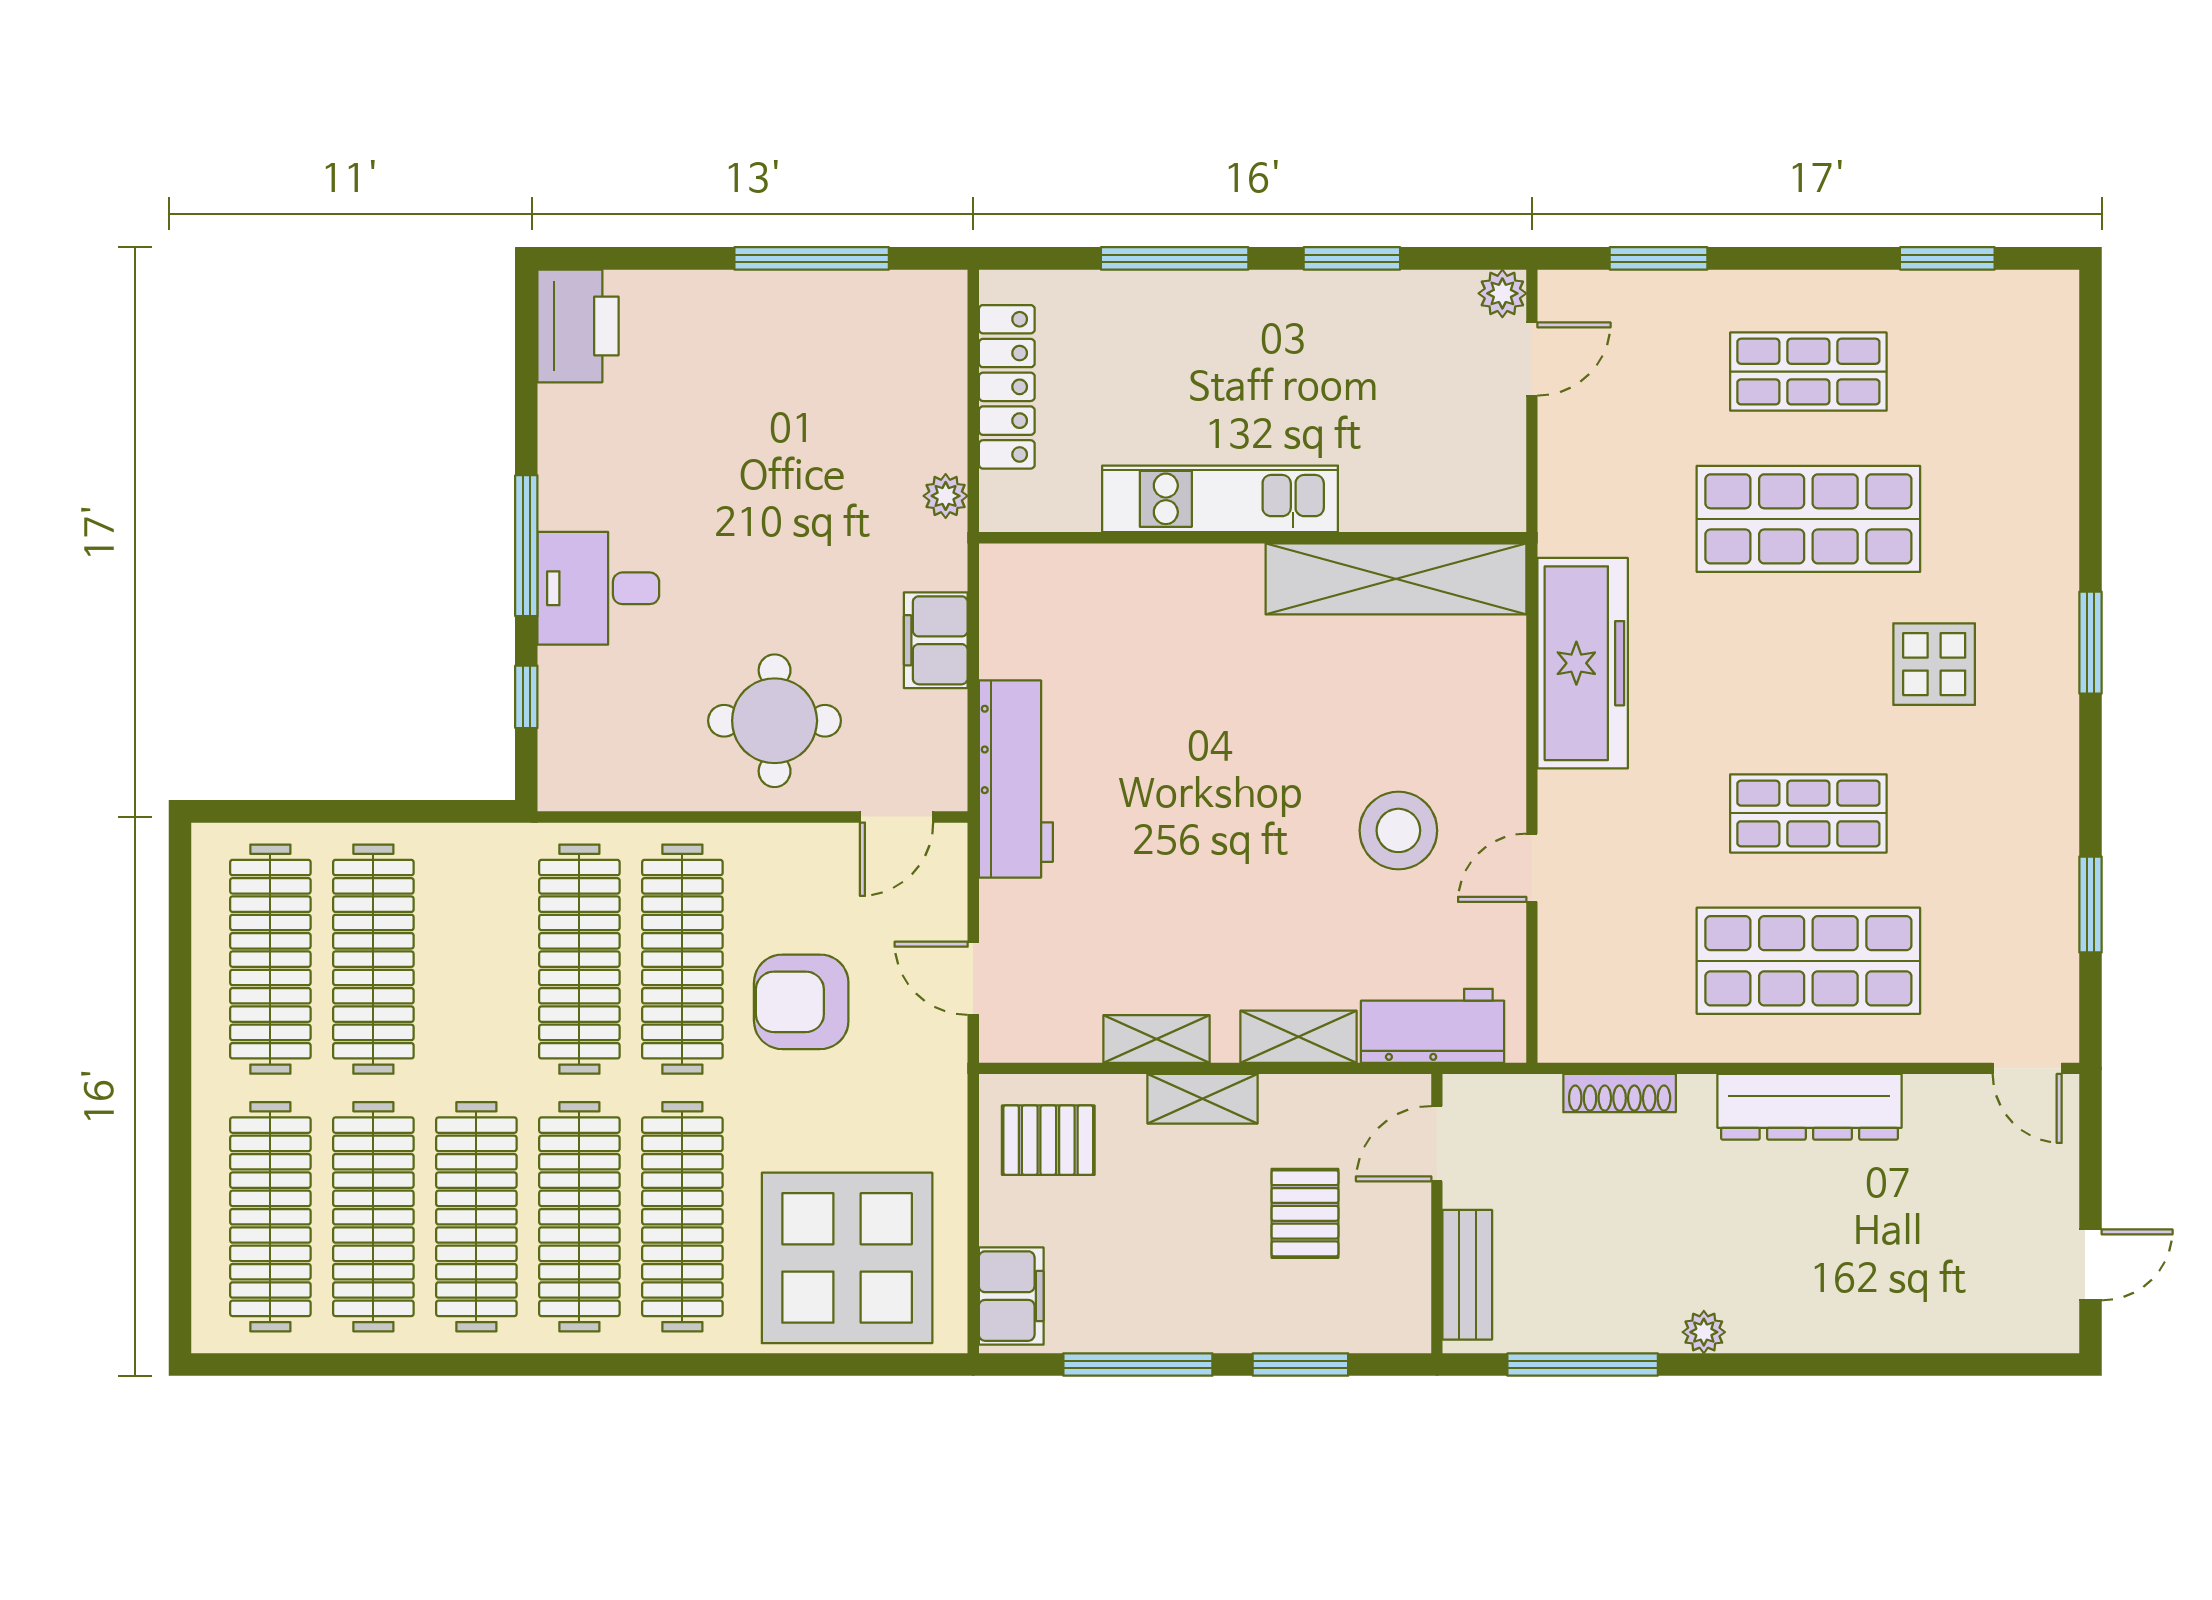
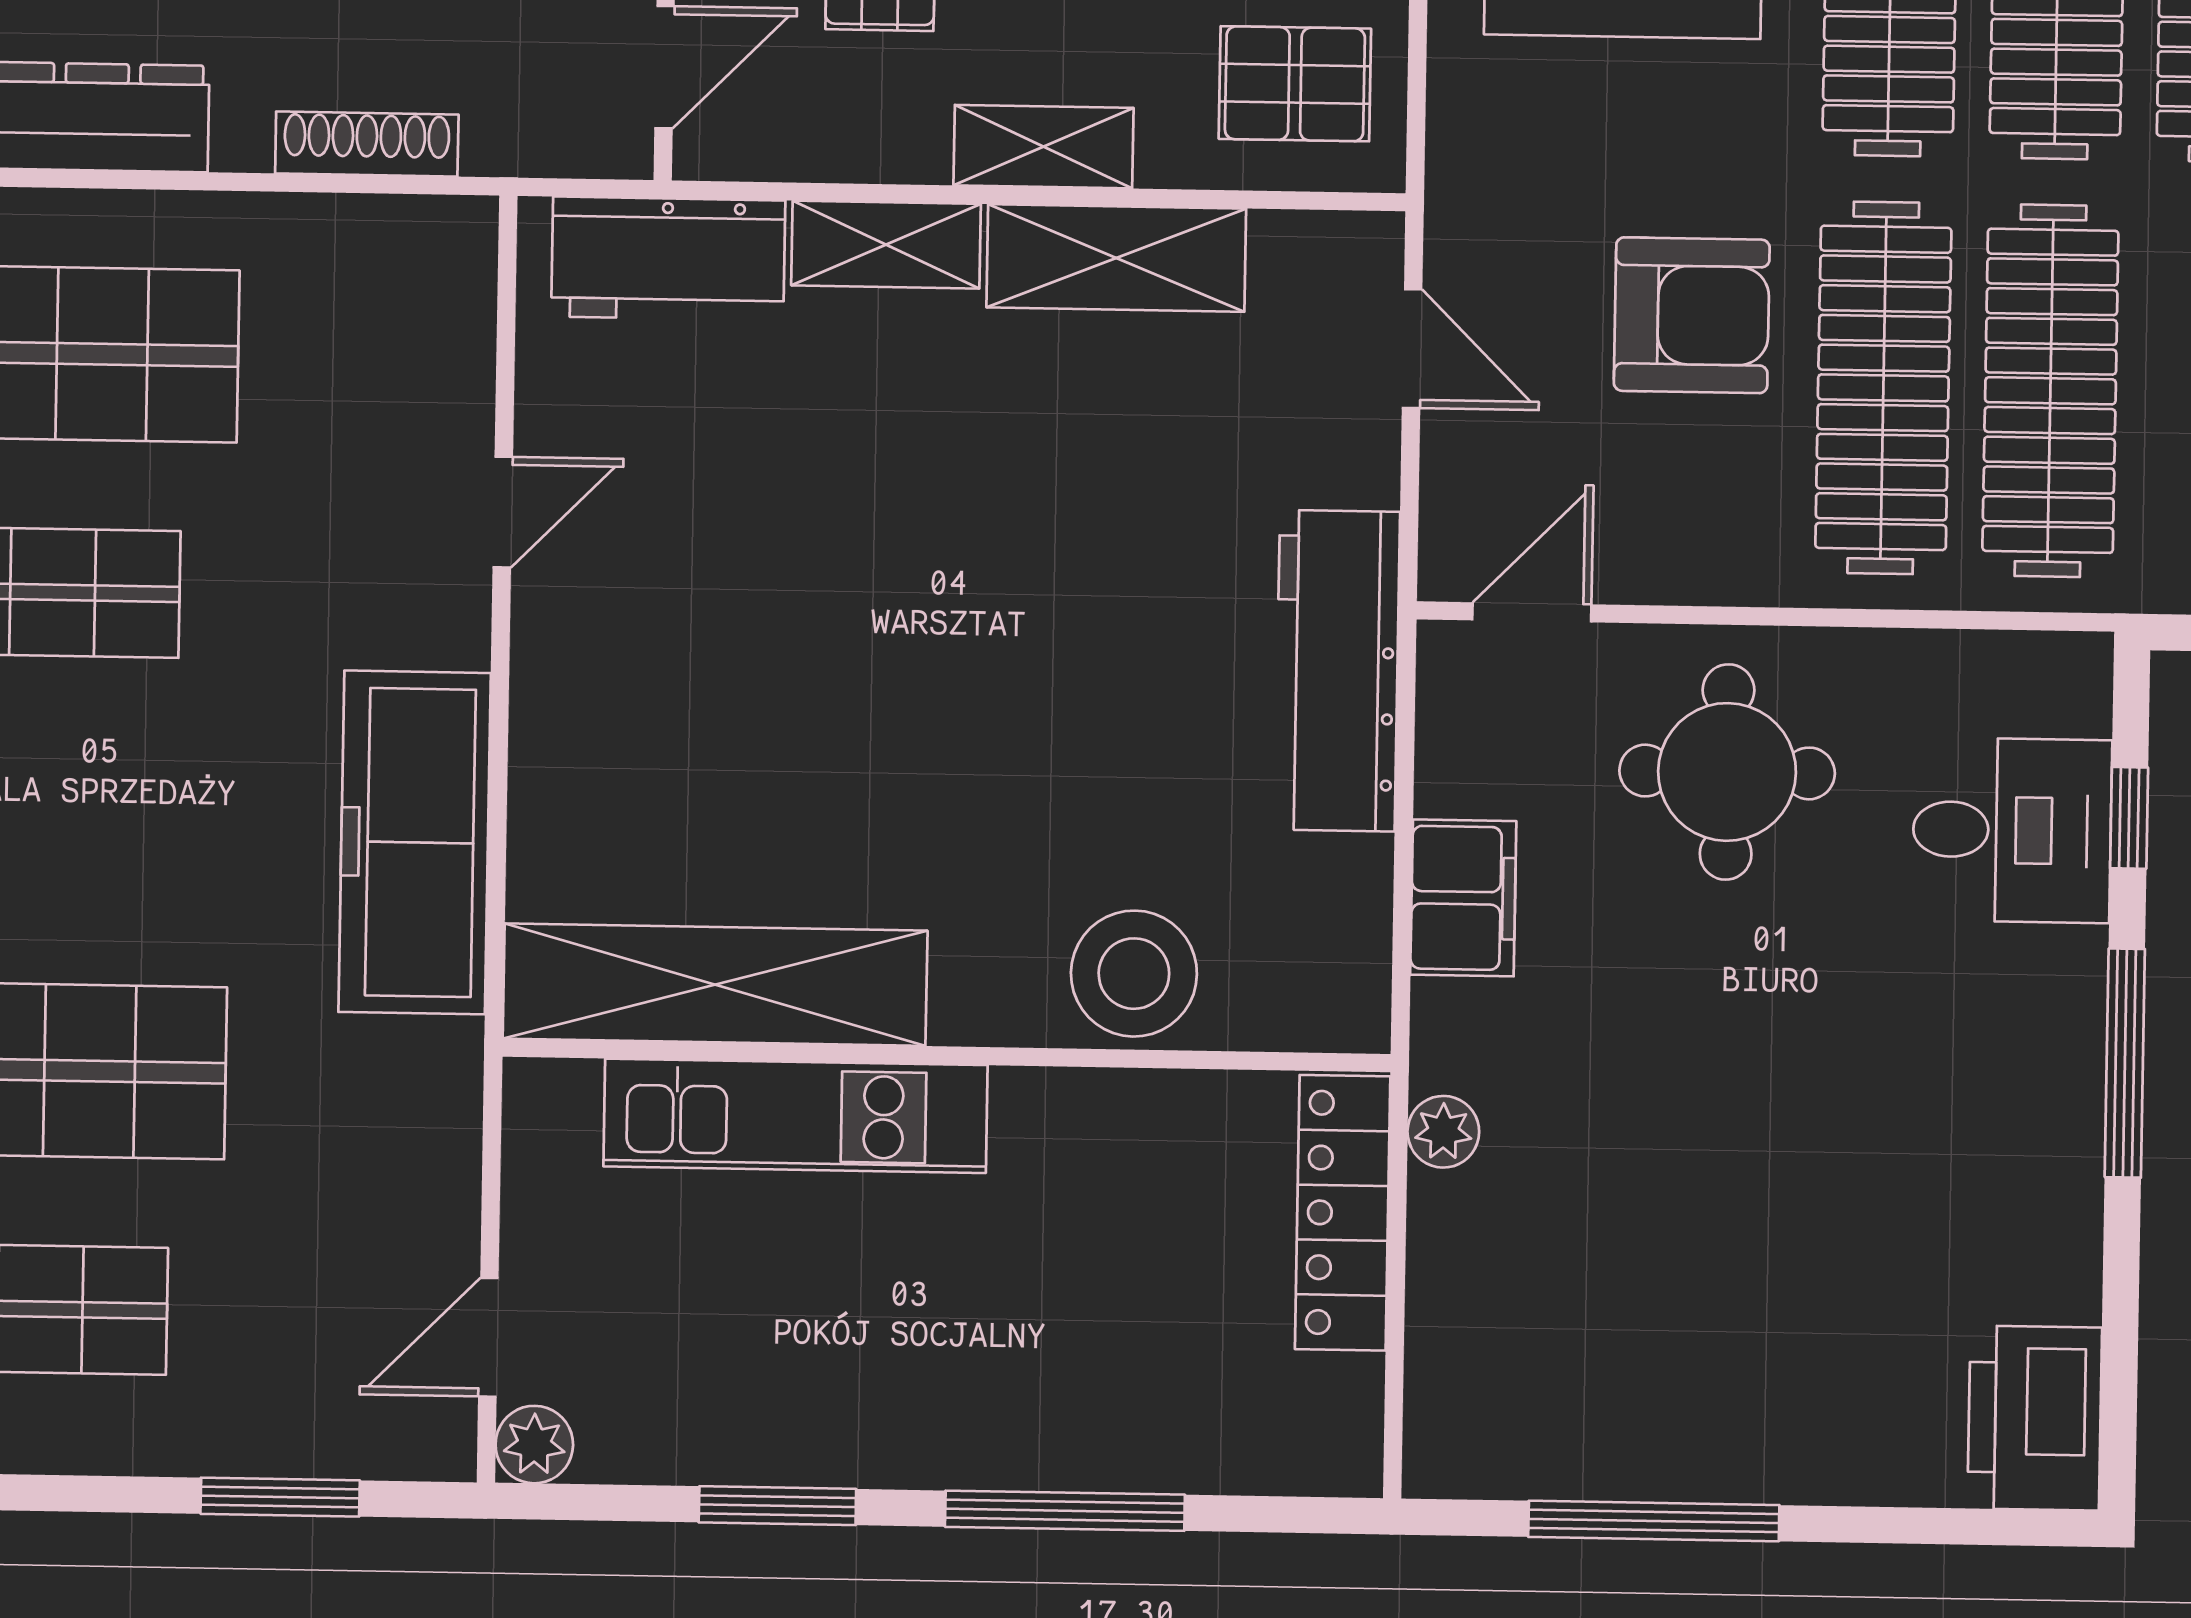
locker: (1007, 387) -> (1343, 1213), moved
kitchen unit: (1220, 499) -> (796, 1116), moved
desk: (598, 588) -> (2012, 830), moved
stool: (1398, 830) -> (1134, 974), moved
shelving: (1156, 1039) -> (1116, 258), width x1.50, depth x1.33

